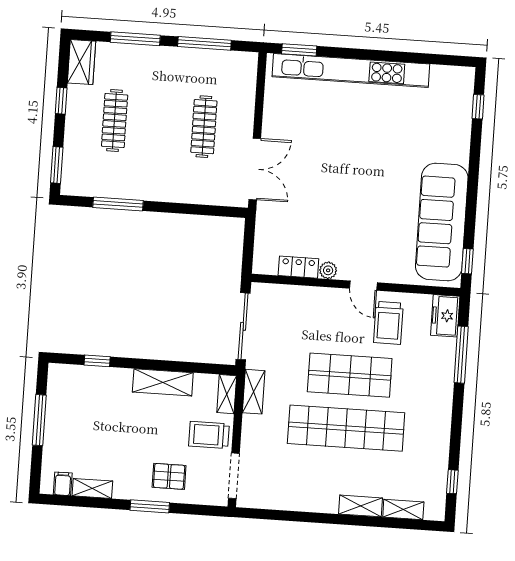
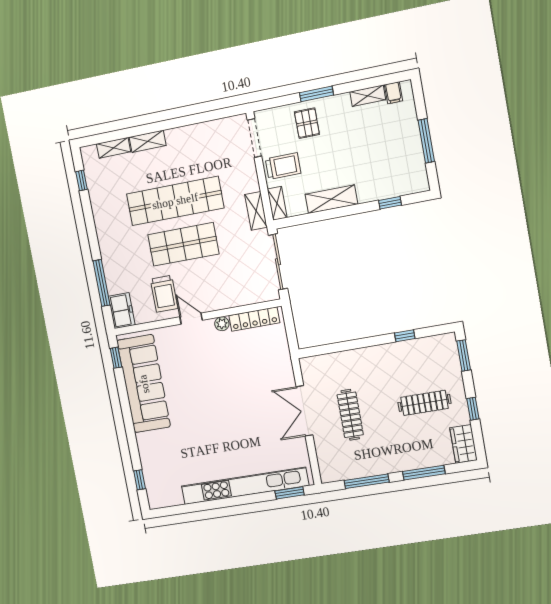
clothes rail: (115, 121) -> (424, 403), turned 90
double door: (255, 169) -> (304, 411), moved
window: (118, 204) -> (405, 336), width x0.46
locker: (298, 267) -> (254, 319), width x1.53
trolley: (388, 323) -> (164, 294), turned 180
pallet: (169, 476) -> (307, 123), turned 90

